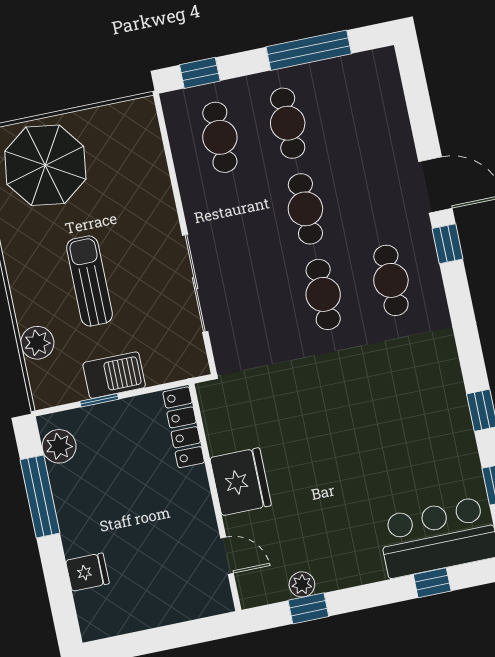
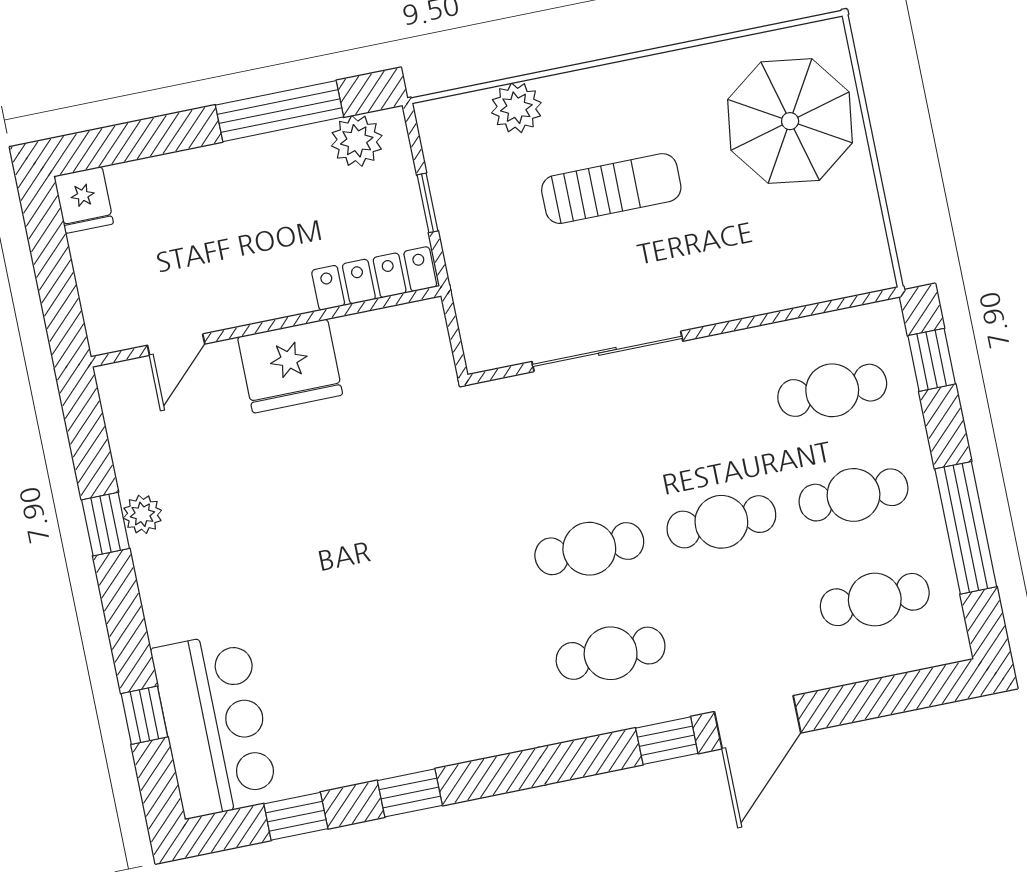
cafe table: (356, 109) -> (875, 600), added
barbecue: (114, 375) -> (466, 226), removed
locker: (184, 427) -> (374, 278), moved
fridge: (241, 482) -> (290, 366), moved
wall: (215, 497) -> (266, 326), moved
door: (227, 556) -> (176, 345), moved
fridge: (87, 572) -> (84, 200), moved

